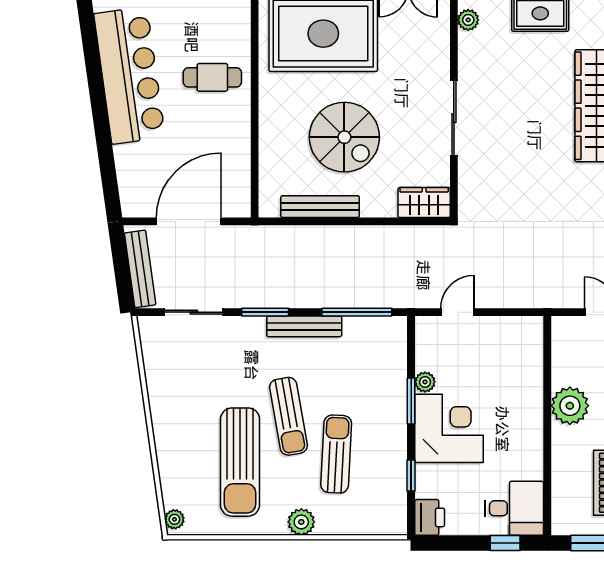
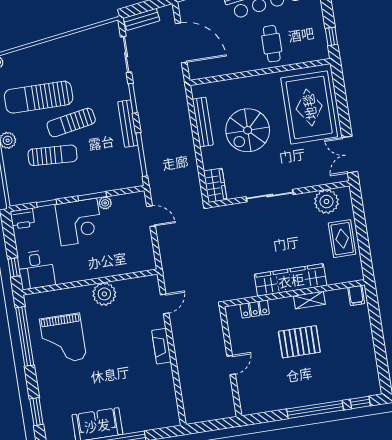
plant: (468, 20) -> (327, 202), width x1.87, depth x1.87
bench: (140, 269) -> (141, 19), width x0.73

